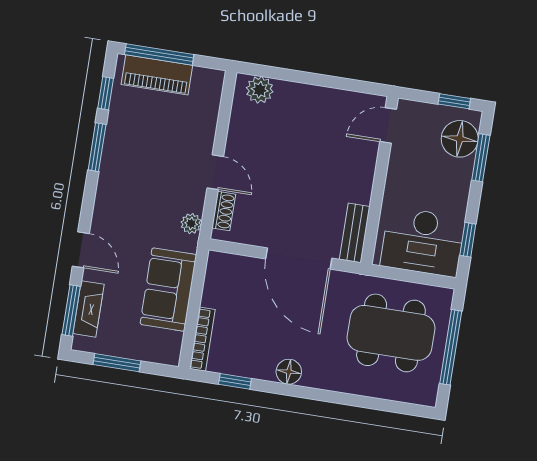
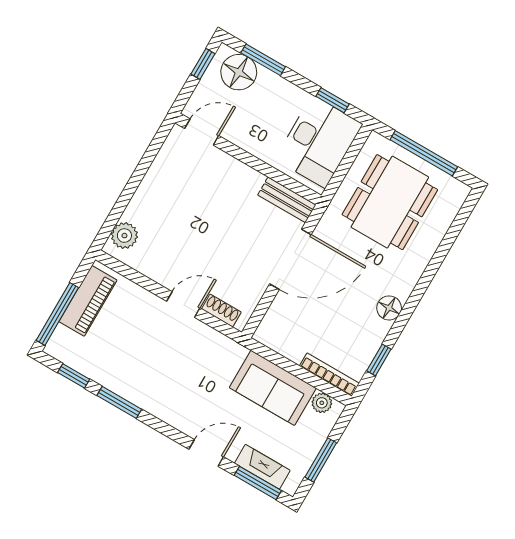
piano: (157, 75) -> (88, 301), moved
door: (388, 125) -> (202, 132), swing flipped
plant: (191, 224) -> (322, 403), moved

